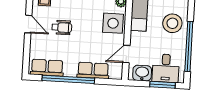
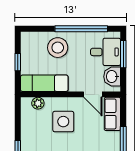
side table: (113, 23) -> (63, 122), moved
row of seats: (93, 70) -> (112, 114), moved

